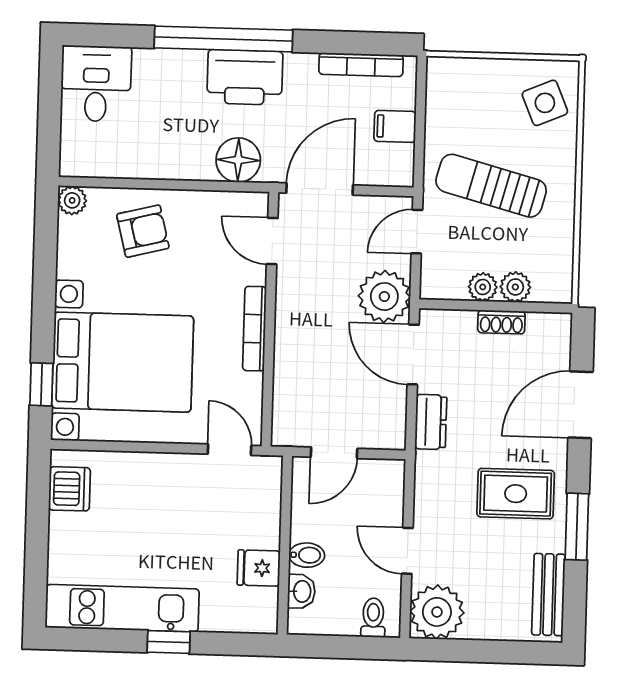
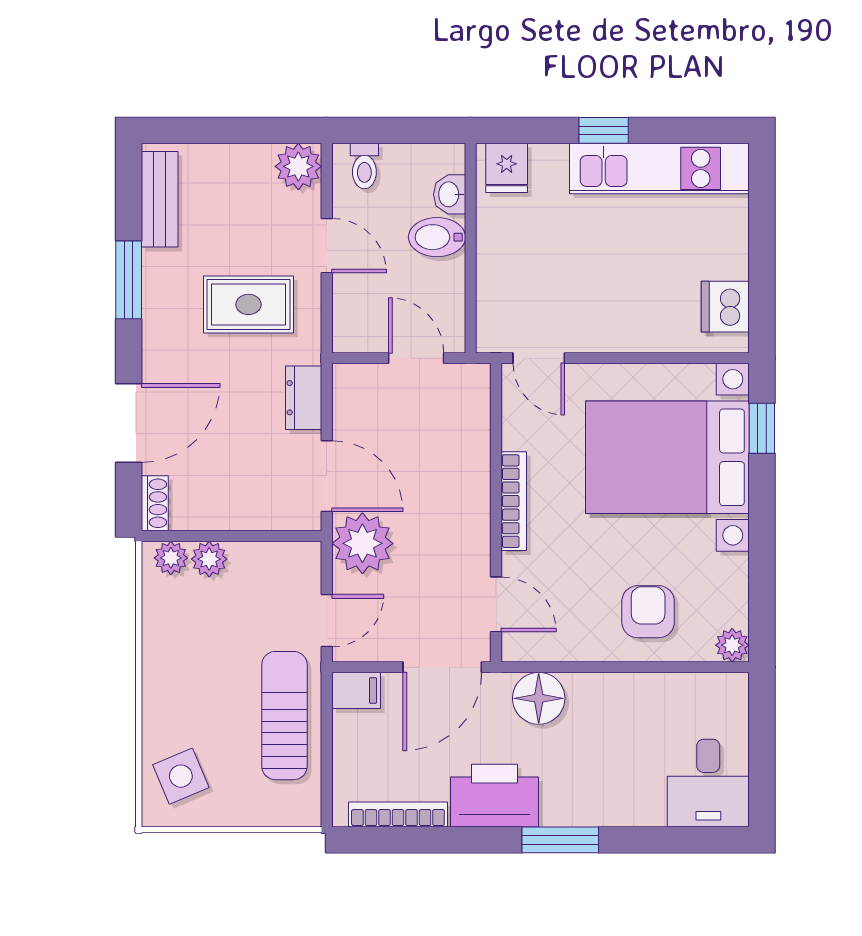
window: (223, 39) -> (560, 840), width x0.47
printer: (245, 77) -> (494, 796), moved
filing cabinet: (395, 126) -> (356, 690), moved
sun lounger: (491, 186) -> (284, 716), moved, turned -105
armchair: (143, 231) -> (648, 612), turned 104
plant: (483, 287) -> (171, 558), moved
shoe rack: (501, 322) -> (155, 503), moved, turned 90
door: (334, 453) -> (416, 358), hinge flipped
rug: (516, 494) -> (248, 304), moved
bidet: (307, 555) -> (437, 237), width x1.38, depth x1.36
fridge: (259, 568) -> (507, 168), moved, turned 90
plant: (437, 612) -> (298, 166), width x0.73, depth x0.73

